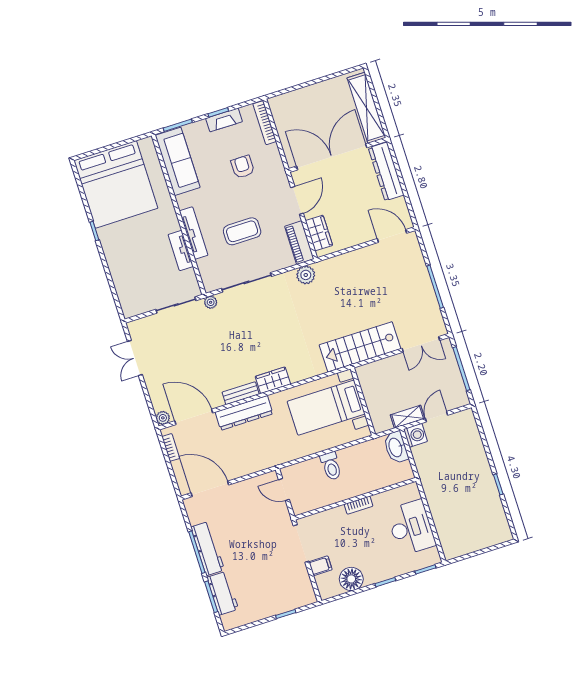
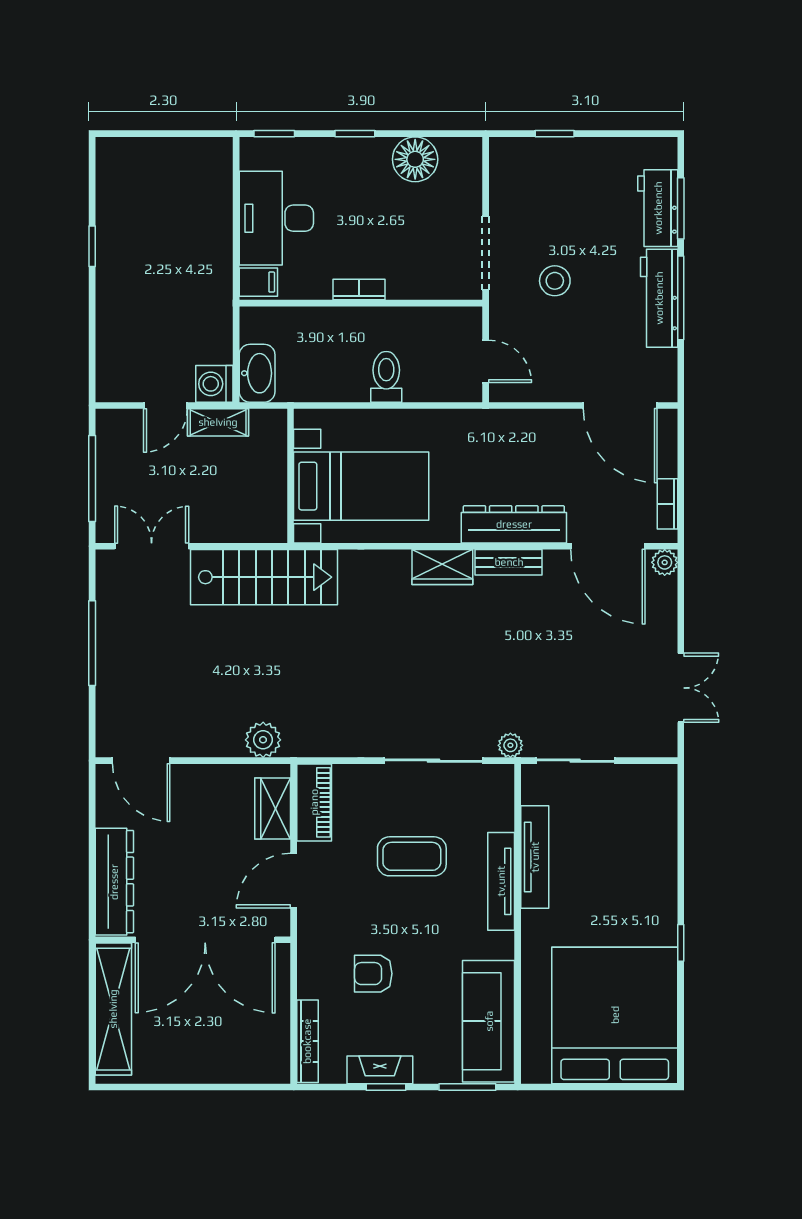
armchair: (243, 167) -> (373, 974), turned 90
tv unit: (181, 251) -> (535, 857), width x1.41
plant: (306, 275) -> (263, 740), moved
stool: (262, 541) -> (555, 281), added
filing cabinet: (320, 566) -> (258, 282), moved, turned 180

